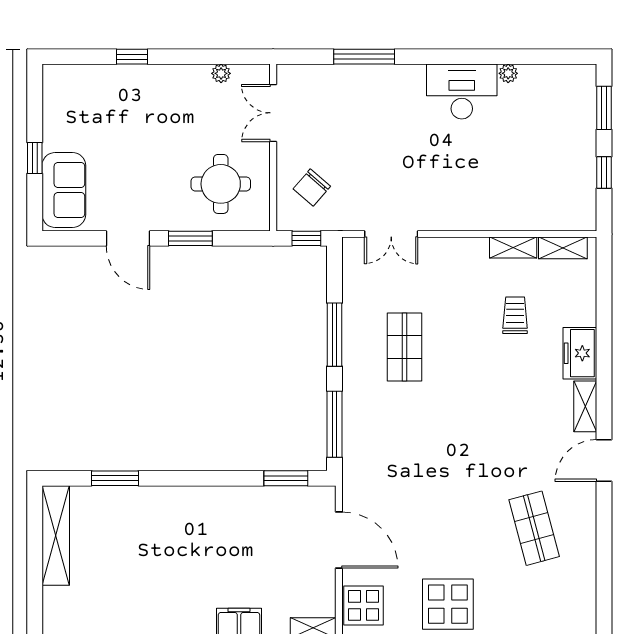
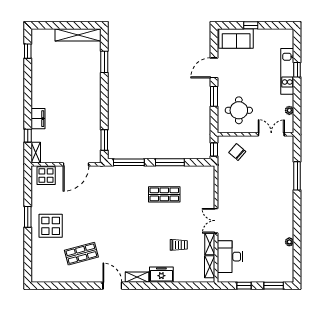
kitchen unit: (136, 78) -> (287, 71), added
desk: (462, 92) -> (230, 257), moved, turned 180
double door: (391, 234) -> (216, 221), moved
display table: (448, 604) -> (51, 226), moved

